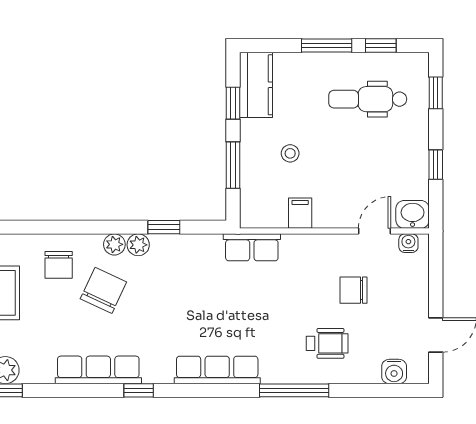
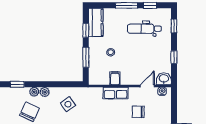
window: (164, 227) -> (17, 84), moved
row of seats: (252, 247) -> (116, 93), moved
chair: (59, 265) -> (10, 101), removed
side table: (192, 273) -> (68, 104), added

